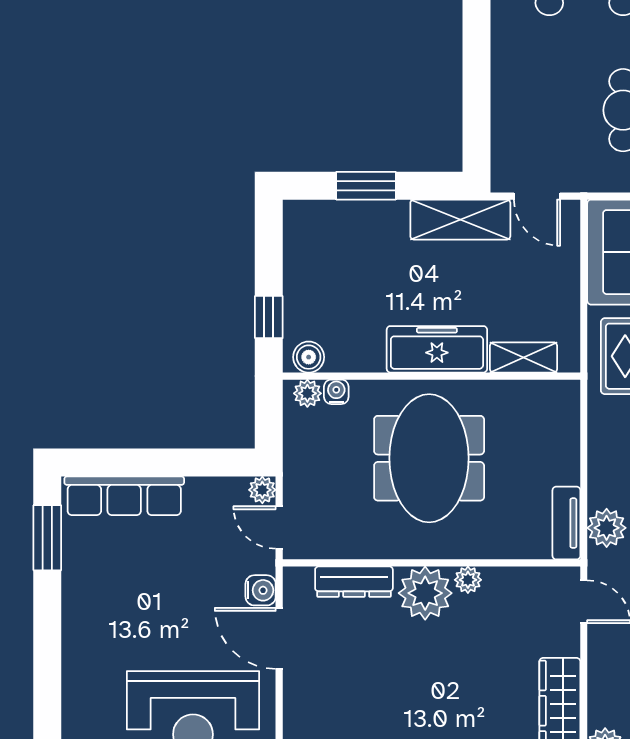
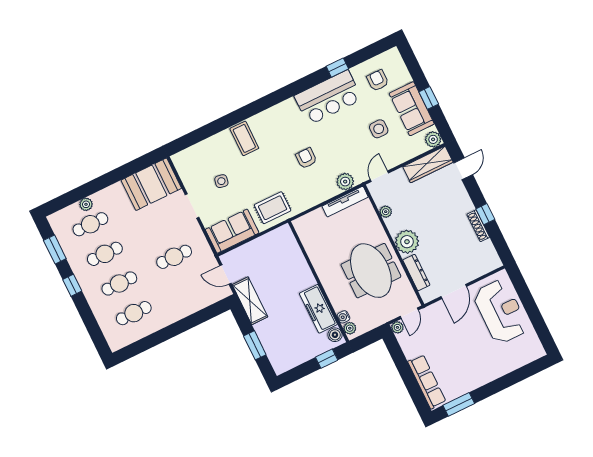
door: (537, 196) -> (225, 275), swing flipped
freezer: (437, 349) -> (318, 309), moved
shelving: (523, 357) -> (293, 248), removed
meeting table: (429, 458) -> (371, 271), moved, turned 90
tv unit: (566, 523) -> (345, 202), width x1.41
plant: (468, 580) -> (386, 212), moved
water cooler: (261, 590) -> (438, 308), removed

